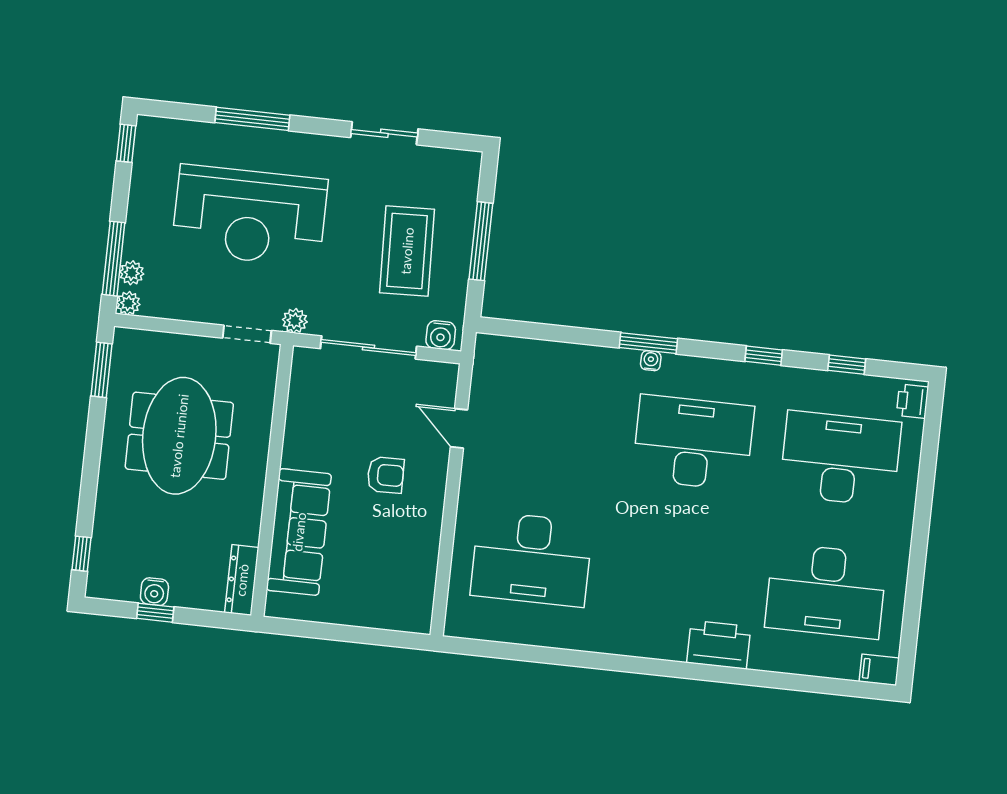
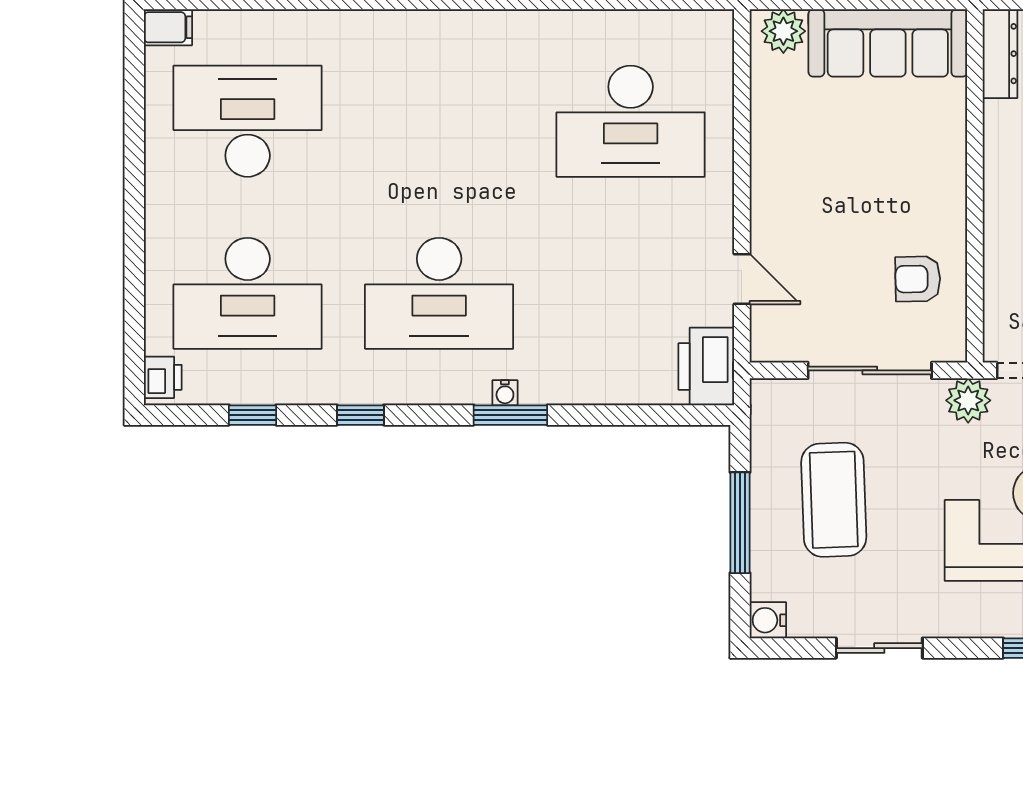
plant: (295, 321) -> (968, 400), width x1.38, depth x1.38
water cooler: (441, 335) -> (768, 620), moved, turned -90
armchair: (386, 475) -> (918, 279), moved
sofa: (299, 532) -> (888, 43), moved, turned -90
desk: (532, 559) -> (631, 121), turned 180
plant: (407, 615) -> (783, 31), added
printer: (719, 645) -> (706, 367), moved, turned 90

